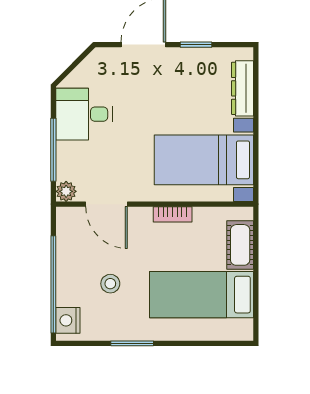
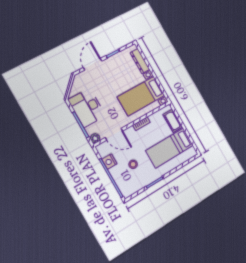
desk: (84, 114) -> (87, 108), width x1.37
nightstand: (68, 320) -> (109, 162), moved

